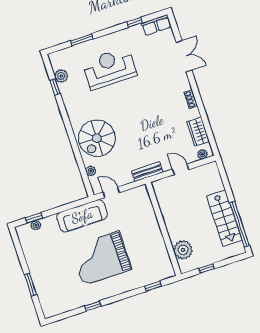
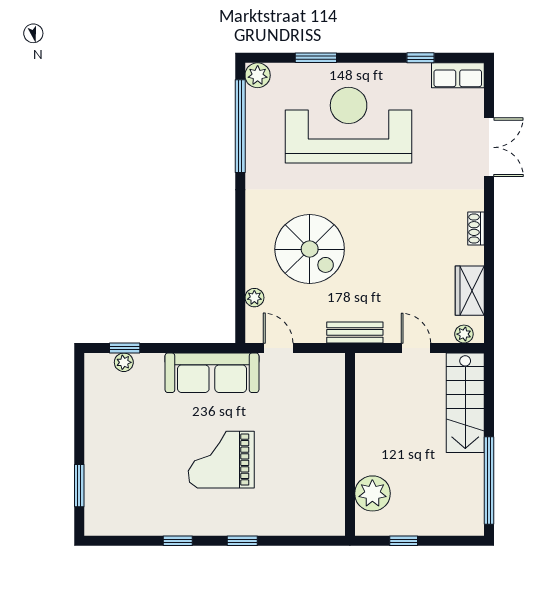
reception desk: (110, 68) -> (349, 125), width x1.36, depth x1.30
plant: (61, 76) -> (258, 75), moved
window: (55, 87) -> (240, 126), width x3.17
spiral stairs: (97, 138) -> (310, 249), moved, turned -90
stairs: (224, 218) -> (465, 403), moved
grand piano: (101, 258) -> (221, 460), width x0.73, depth x0.68
window: (31, 285) -> (79, 486), moved
window: (153, 286) -> (242, 541), moved

